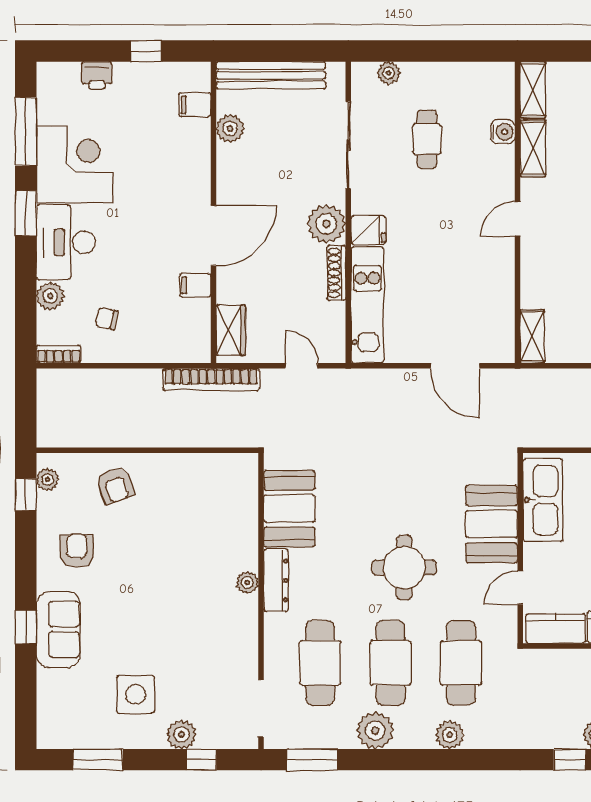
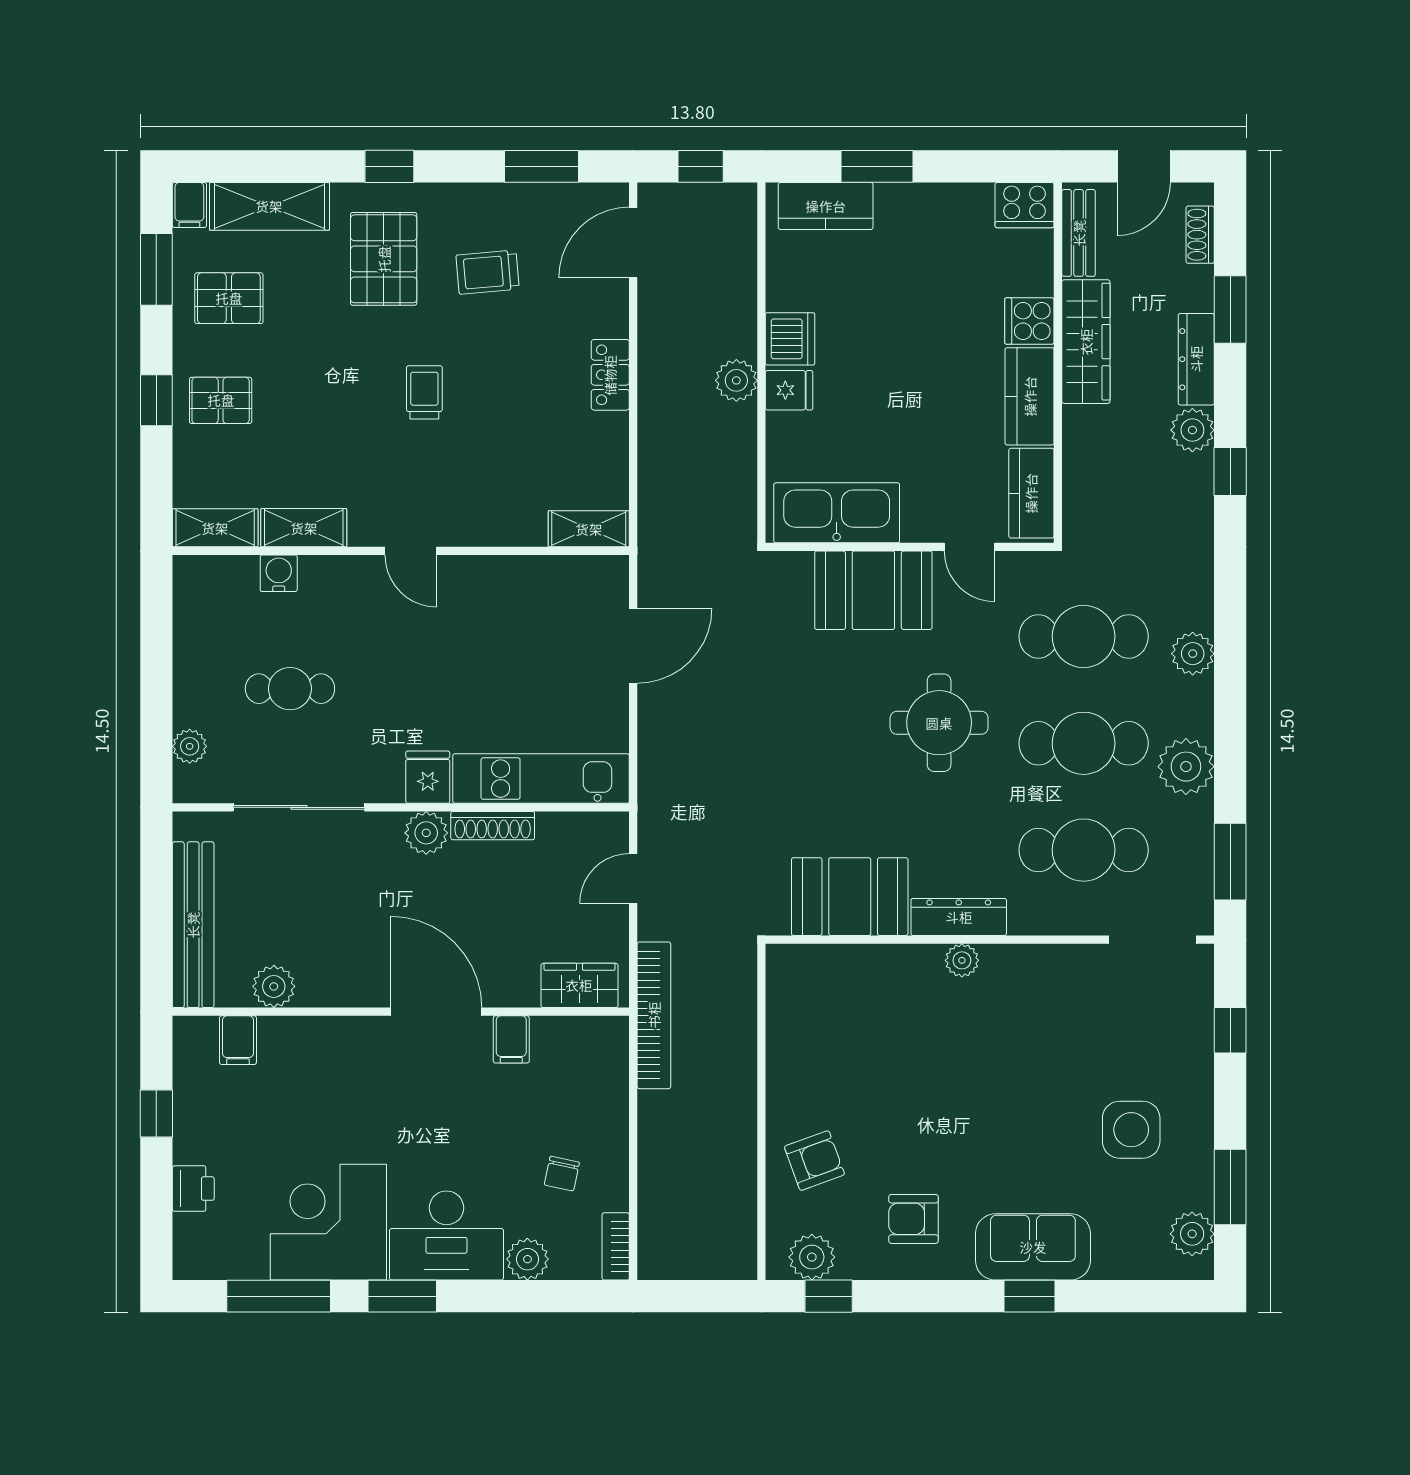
plant: (326, 224) -> (426, 833), width x0.73, depth x0.73
plant: (47, 479) -> (812, 1257), width x1.38, depth x1.38
plant: (181, 734) -> (1192, 1234), moved

